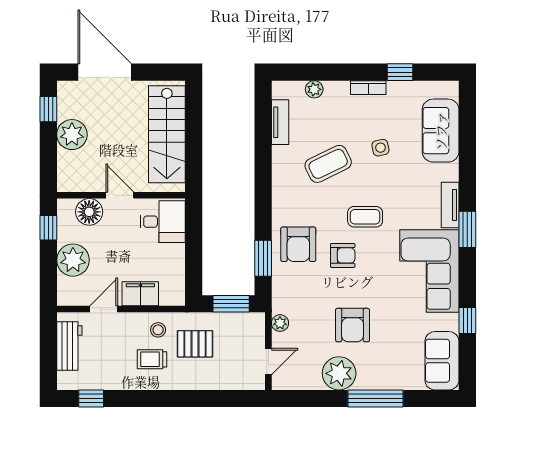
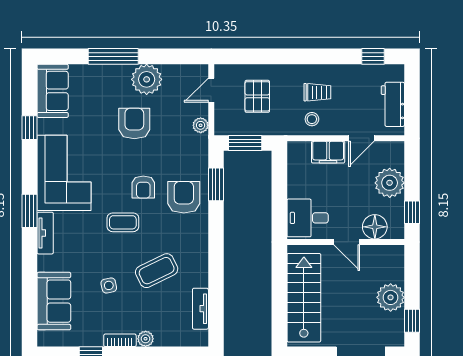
plant: (314, 89) -> (146, 339), moved
armchair: (343, 255) -> (143, 187), turned -90
pallet: (195, 344) -> (257, 96), moved, turned 90

